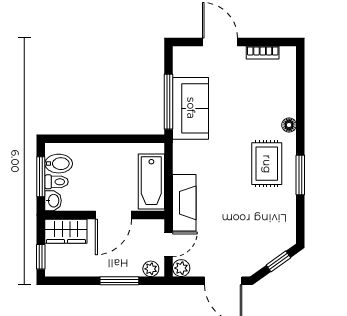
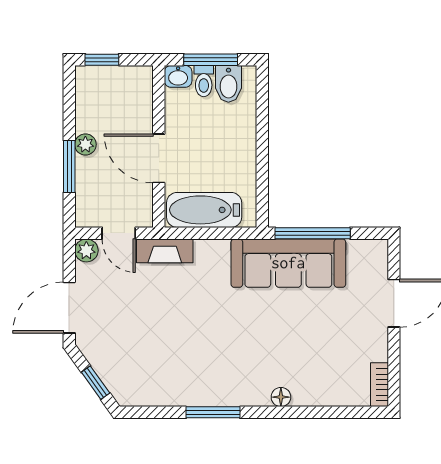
bookcase: (263, 53) -> (379, 385), moved
sofa: (191, 108) -> (288, 263), width x1.36
rug: (267, 164) -> (229, 367), removed
fireplace: (184, 203) -> (165, 251), width x0.73, depth x0.76
wardrobe: (66, 231) -> (137, 94), removed
plant: (151, 269) -> (85, 144), moved

